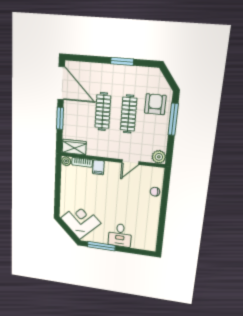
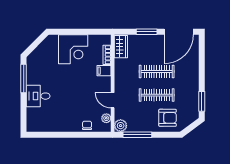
window: (122, 61) -> (202, 101), moved
window: (173, 119) -> (137, 135), moved
plant: (66, 161) -> (106, 118), moved
corner desk: (81, 221) -> (73, 49), moved, turned 45

